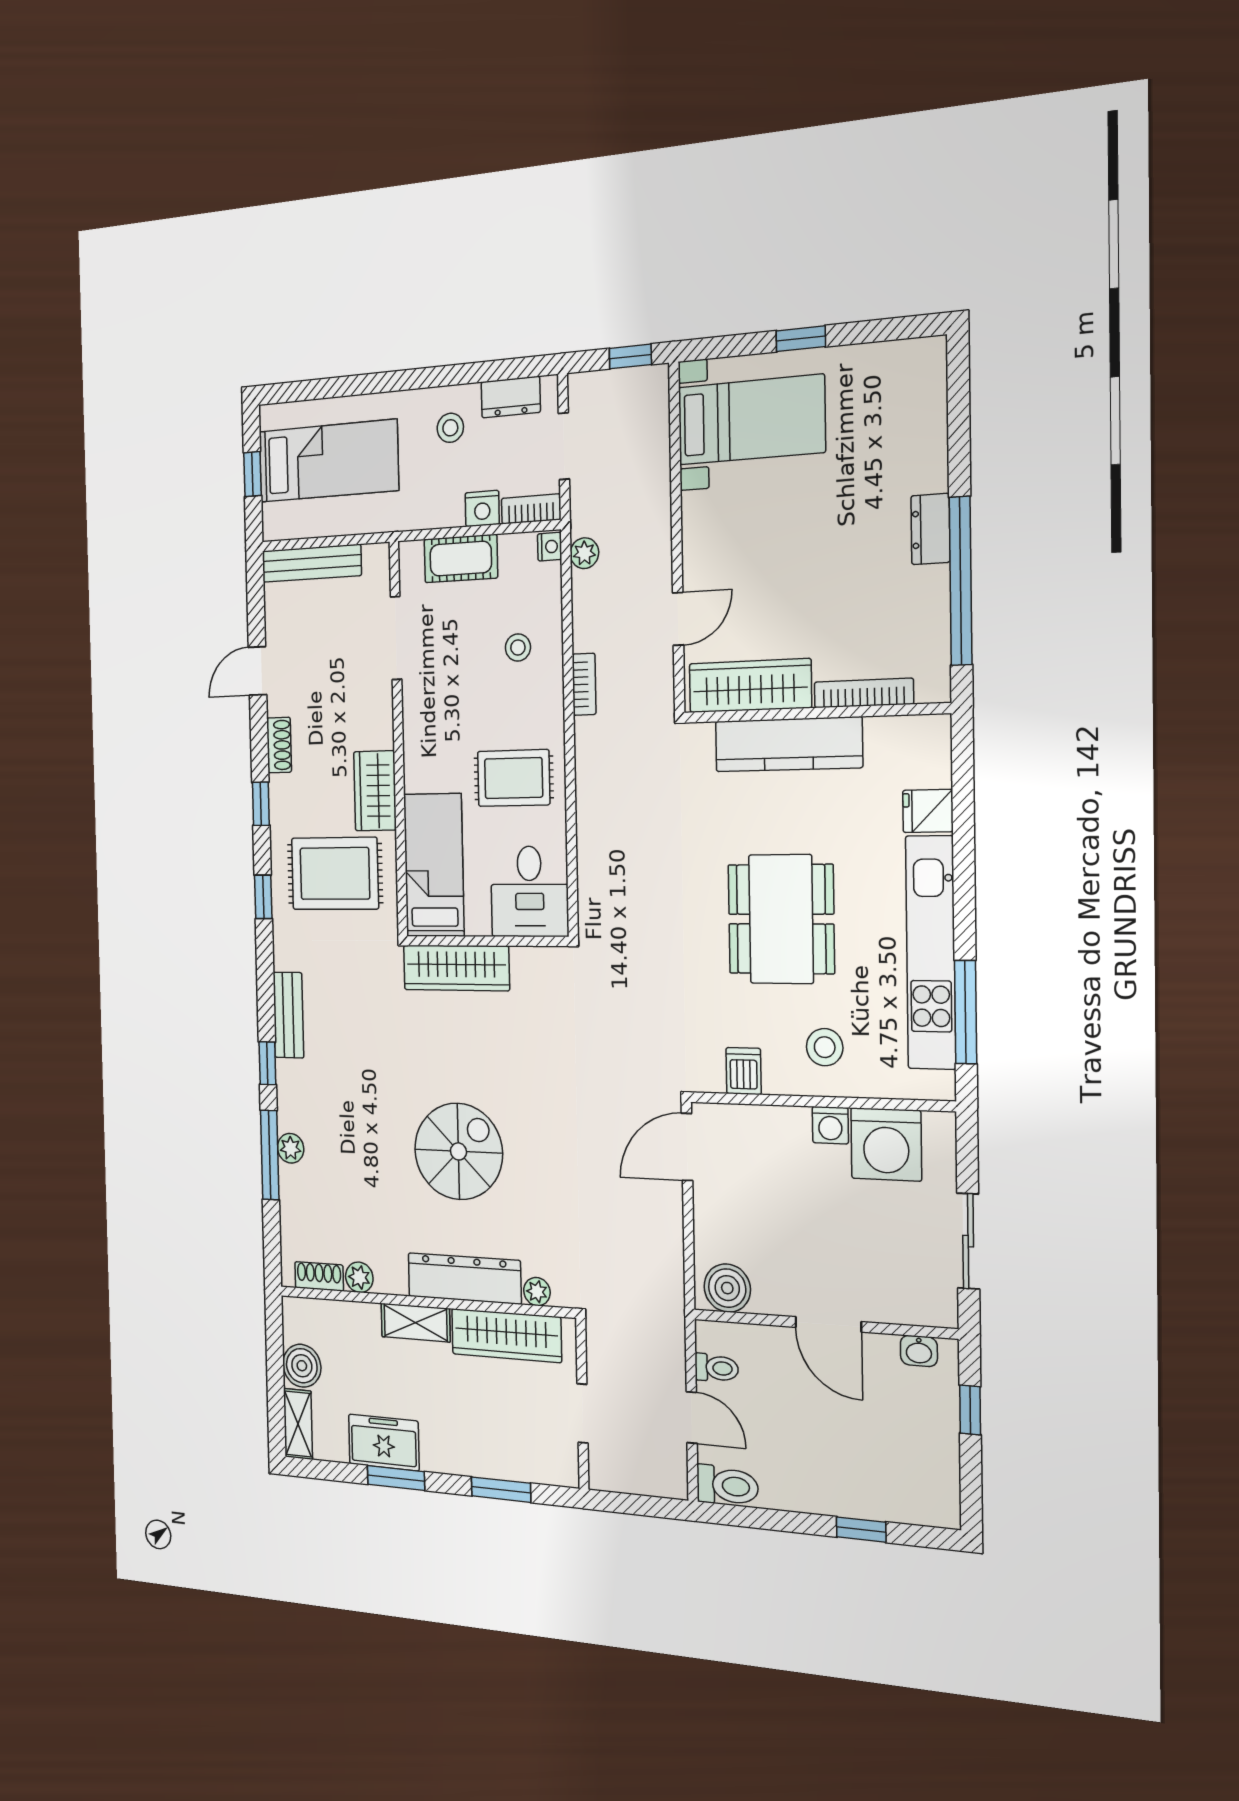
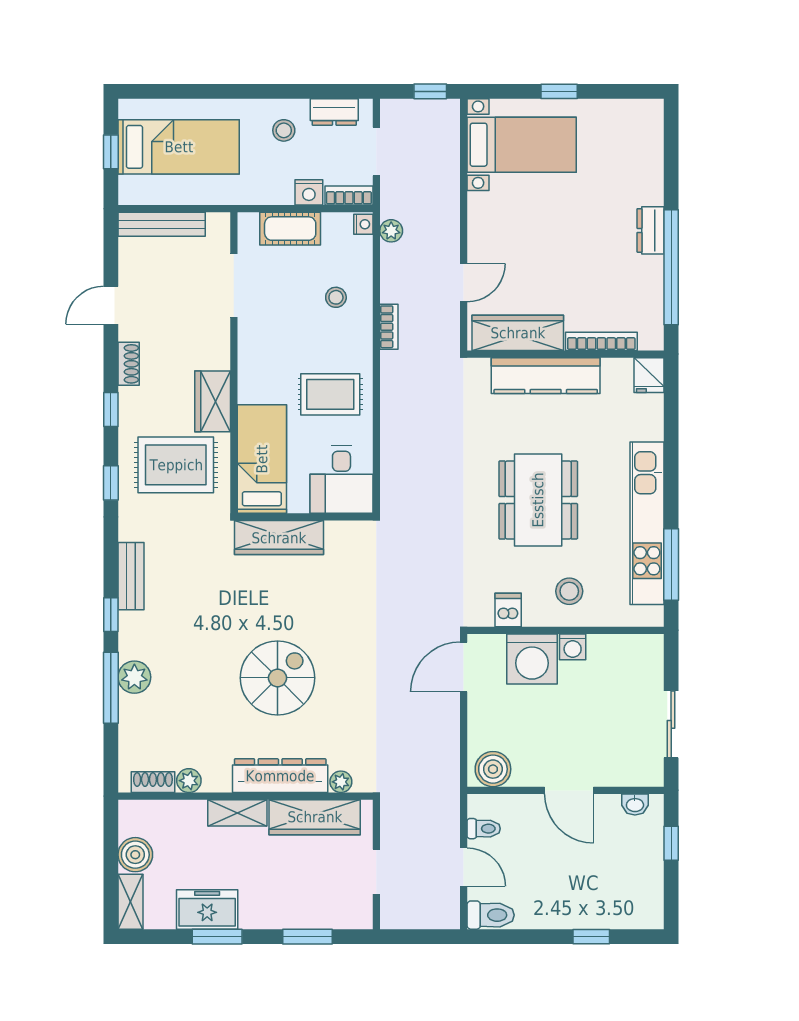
fridge: (928, 811) -> (649, 375), moved, turned -90
washing machine: (886, 1144) -> (532, 659), moved
plant: (291, 1148) -> (134, 677), width x1.38, depth x1.38

